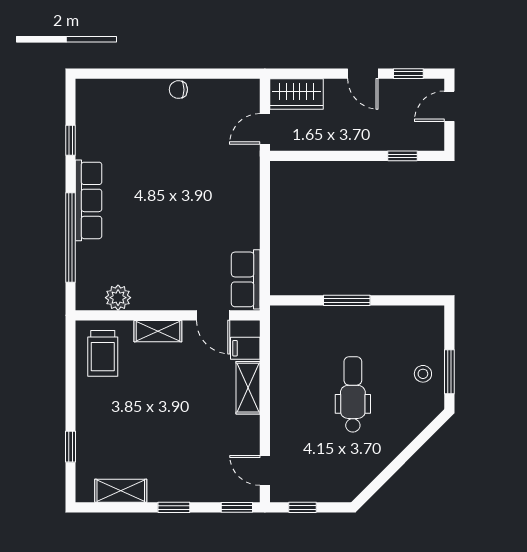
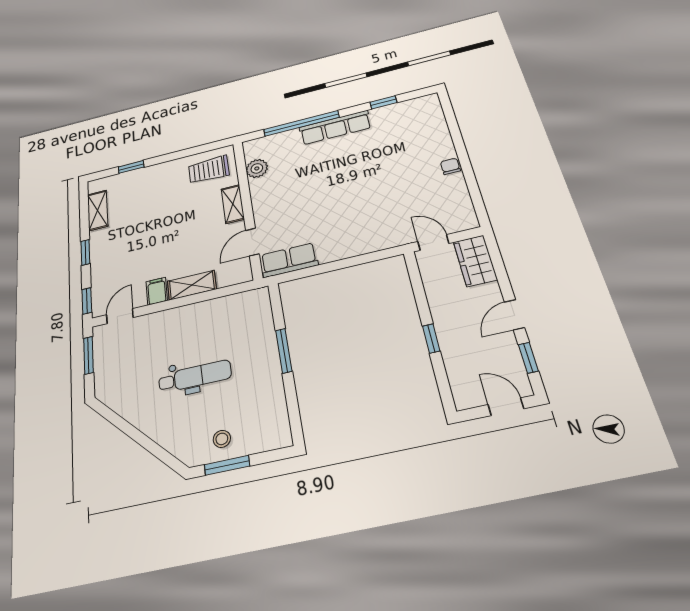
window: (403, 156) -> (431, 338), moved
filing cabinet: (245, 348) -> (157, 291), moved
window: (302, 507) -> (88, 355), width x1.50

